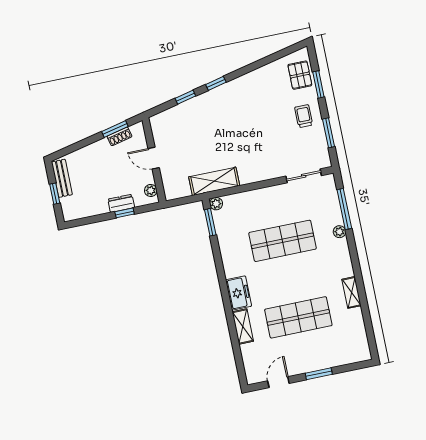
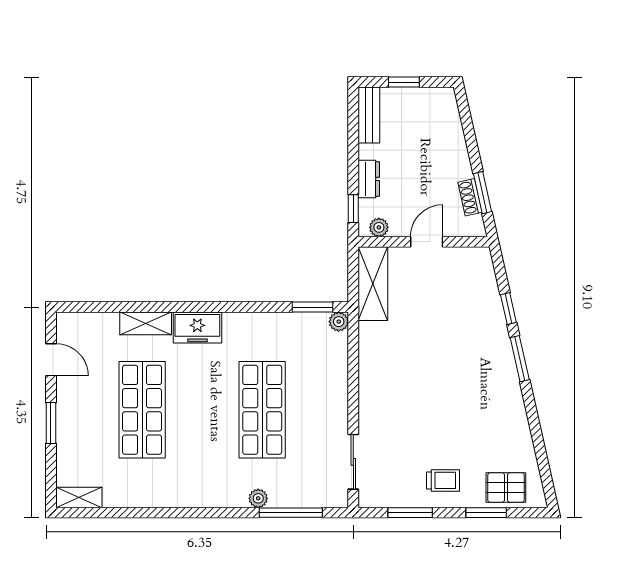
window: (216, 83) -> (520, 359), width x1.50
bench: (62, 178) -> (369, 115), moved, turned 90
shelving: (214, 181) -> (373, 284), moved
window: (125, 213) -> (353, 209), moved
shelving: (351, 292) -> (79, 497), moved

